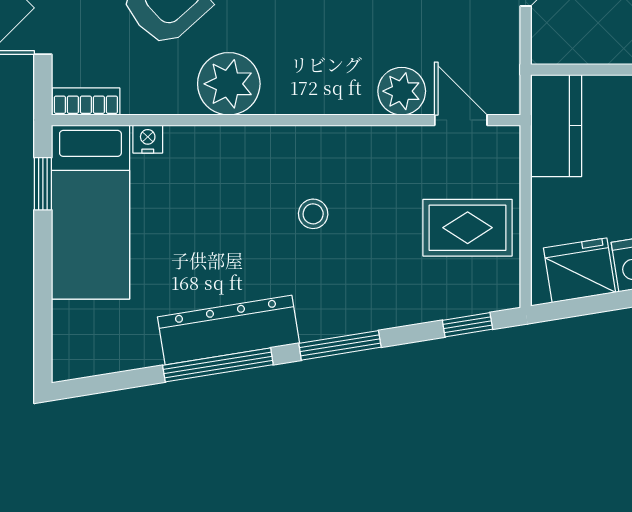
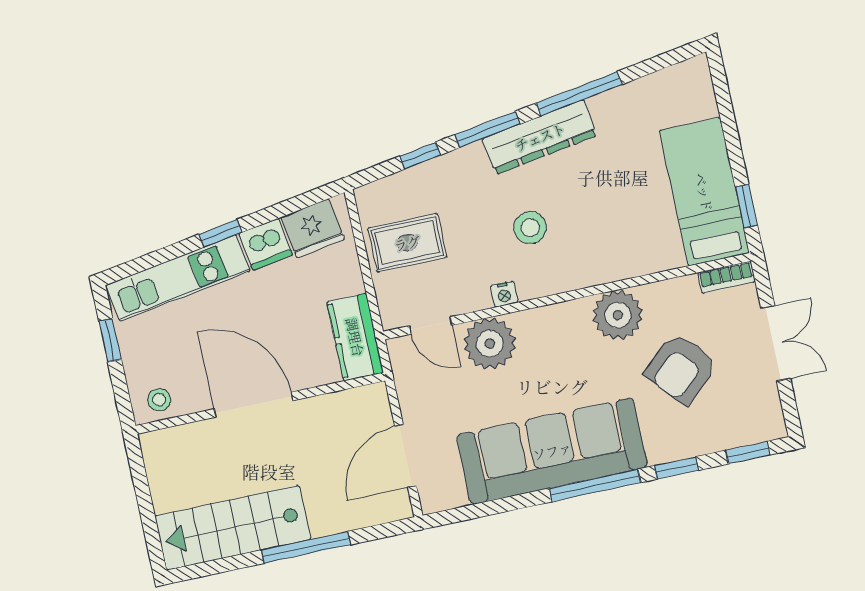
plant: (402, 91) -> (490, 344), width x1.36, depth x1.36
nightstand: (148, 139) -> (504, 294), moved
stool: (313, 214) -> (530, 228), width x1.37, depth x1.37
window: (467, 325) -> (420, 156), moved
dresser: (228, 330) -> (540, 137), moved

